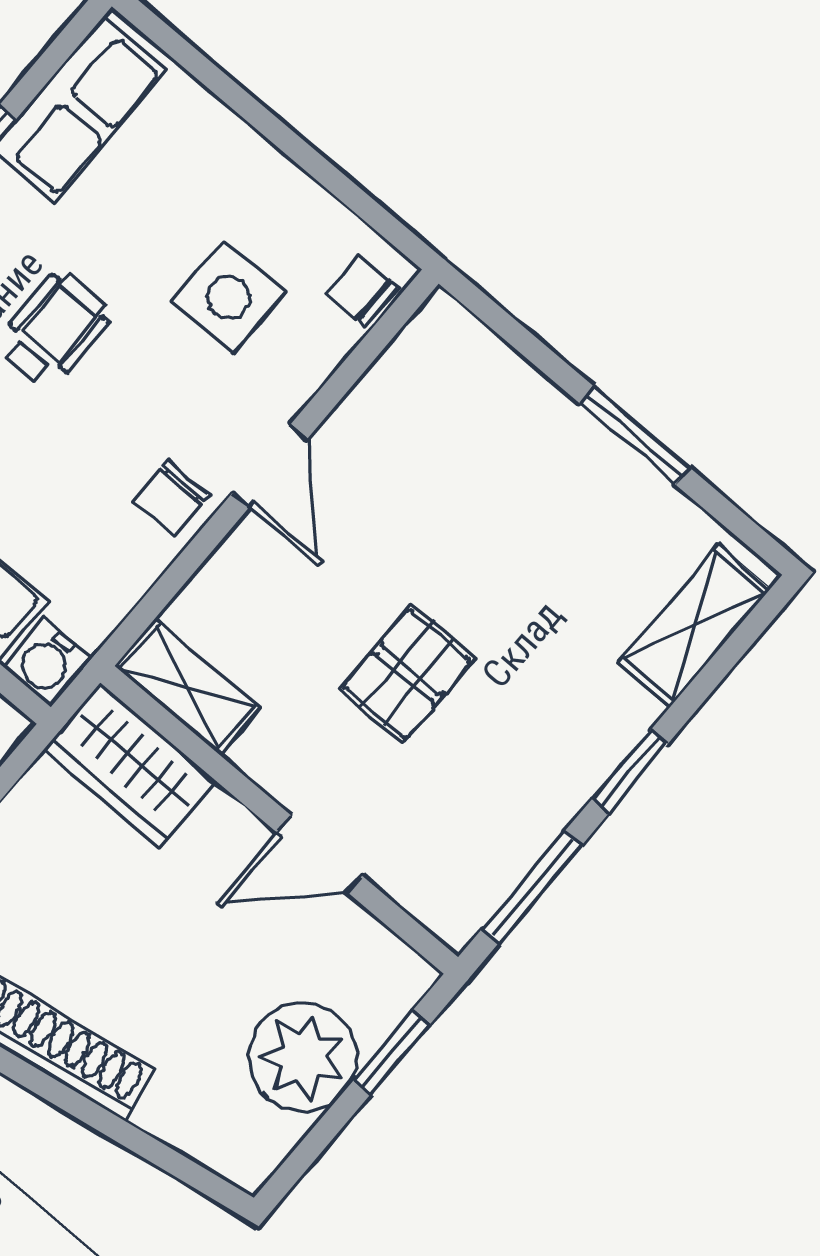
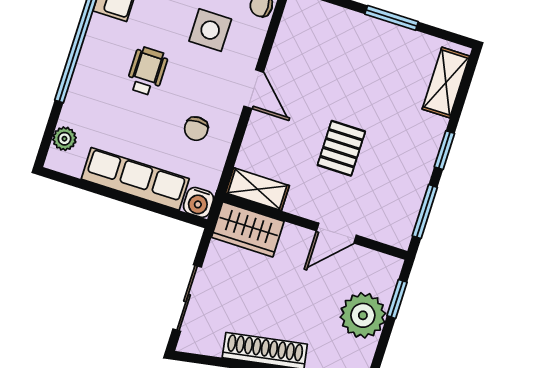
chair: (171, 498) -> (196, 129), moved

